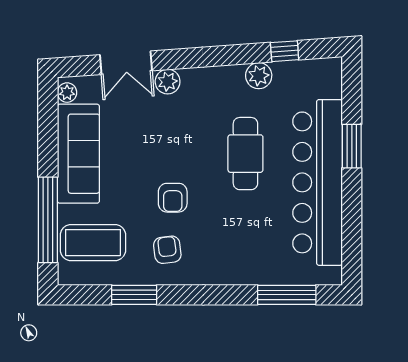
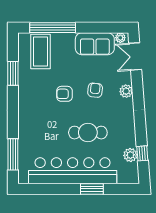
double door: (126, 63) -> (135, 56), moved
plant: (259, 76) -> (130, 155), moved
sofa: (78, 154) -> (95, 44), width x0.73
armchair: (167, 250) -> (95, 90), moved, turned -77

